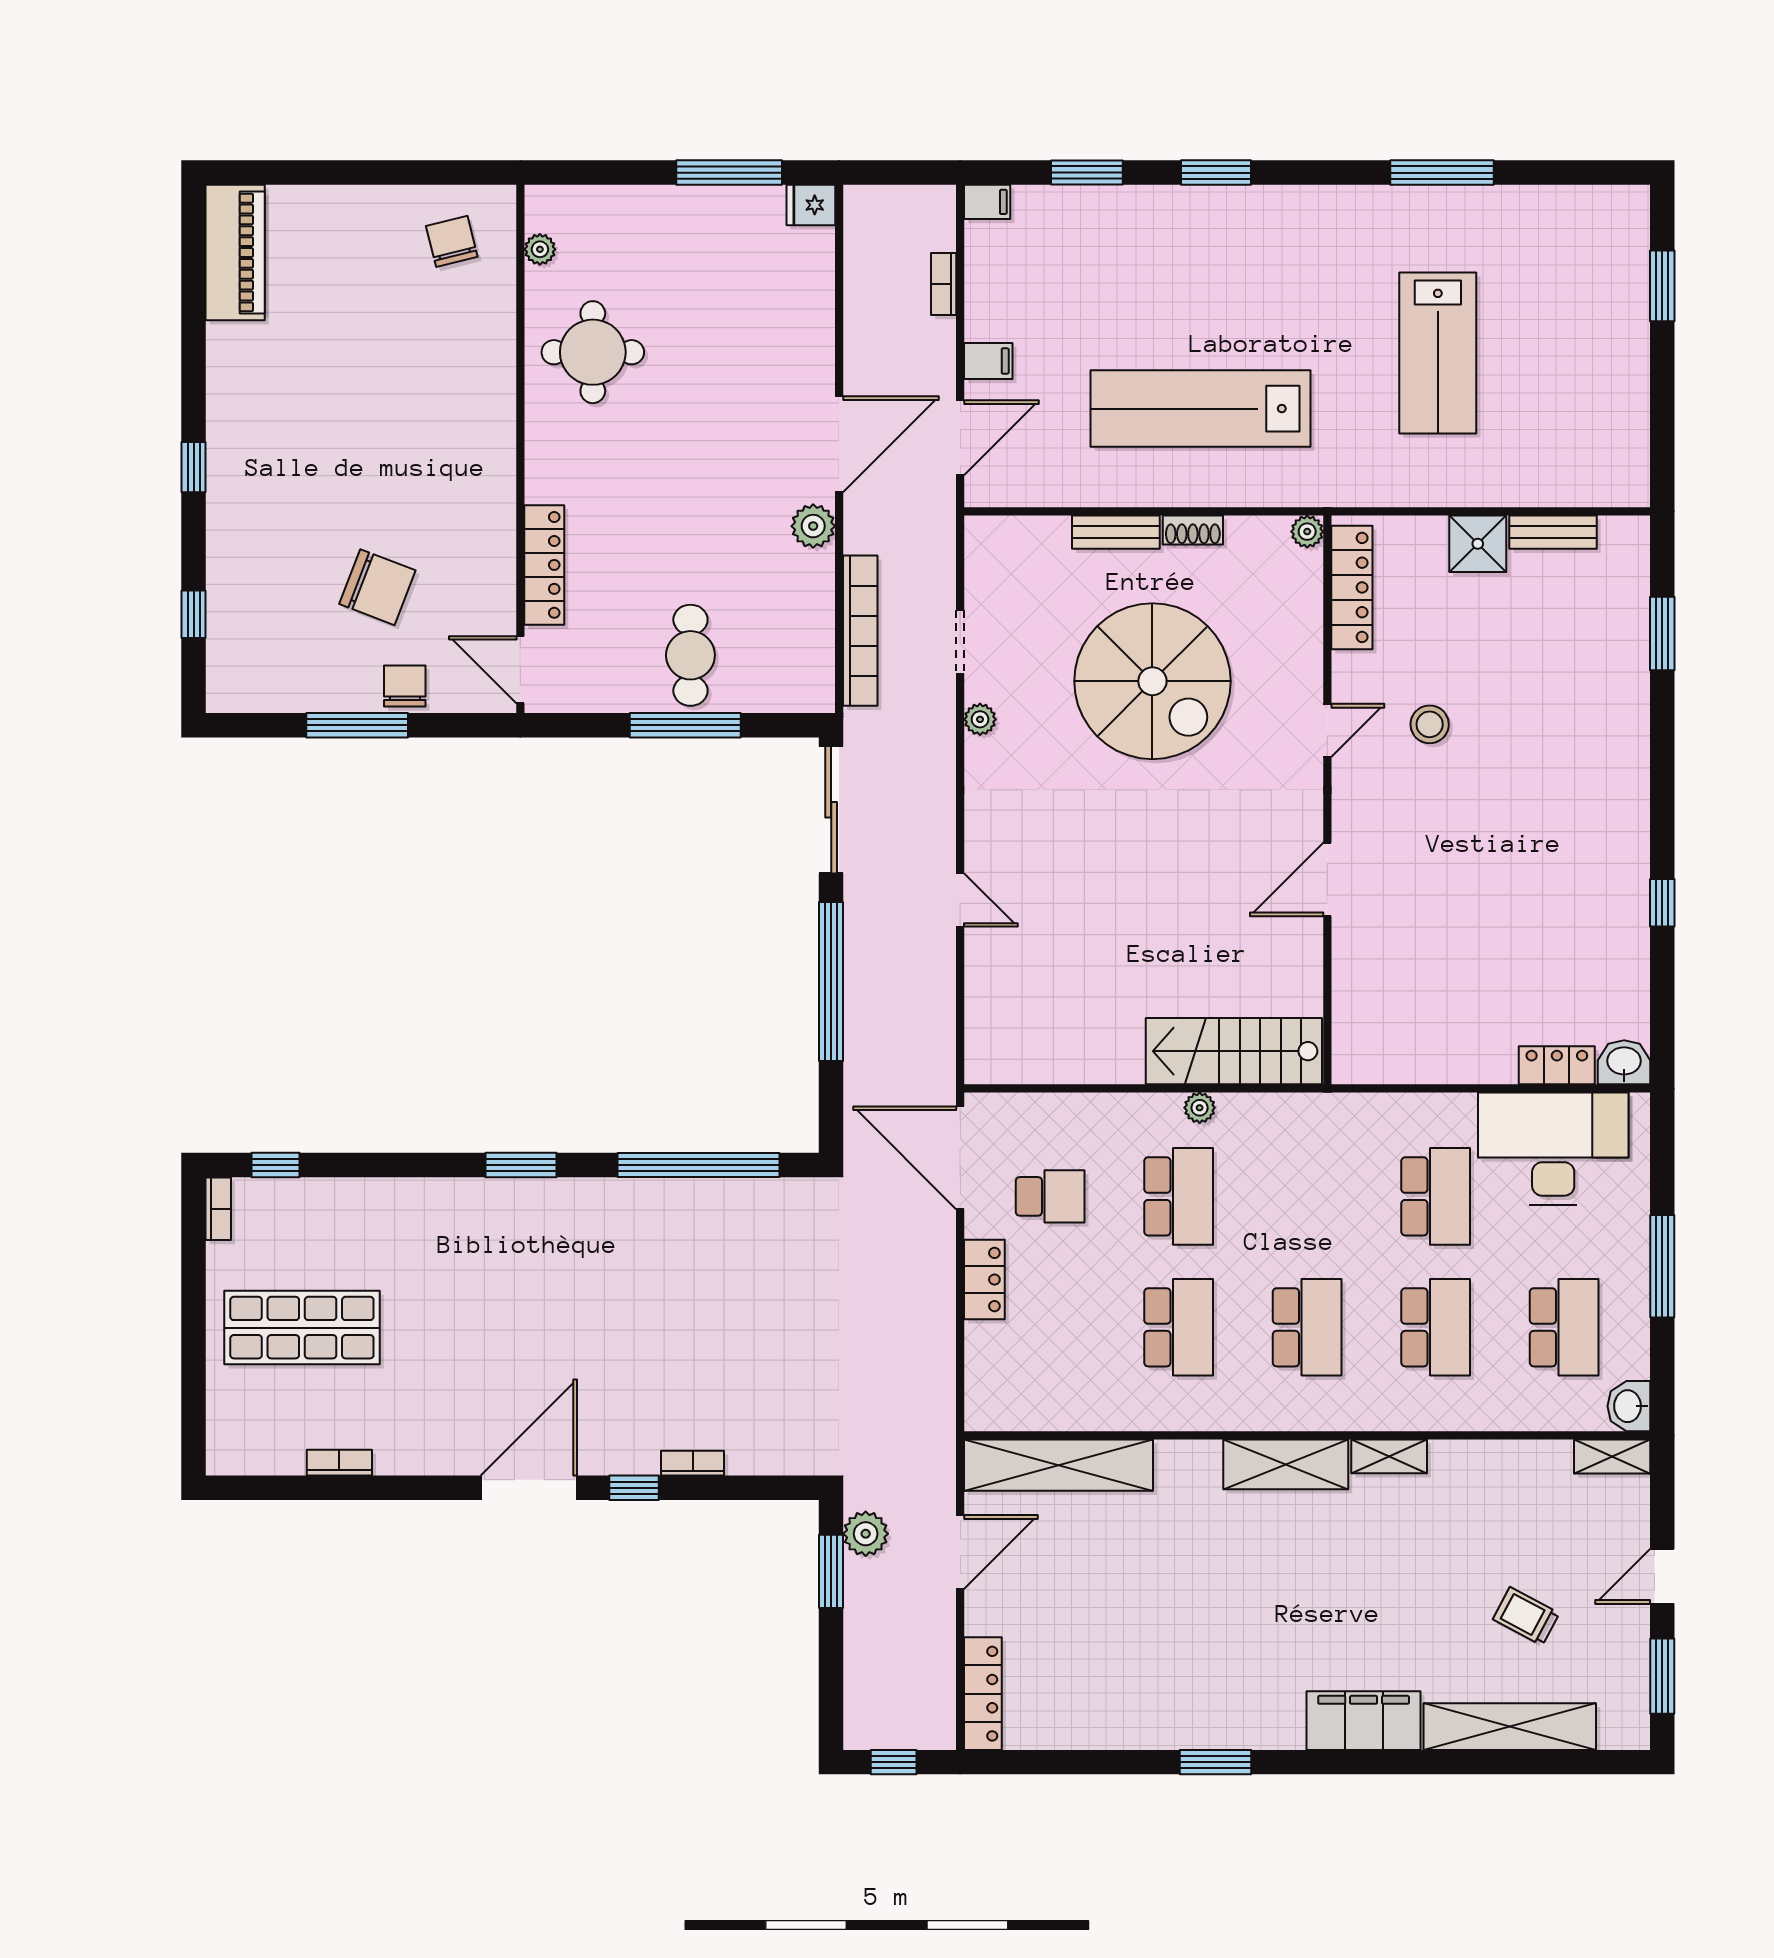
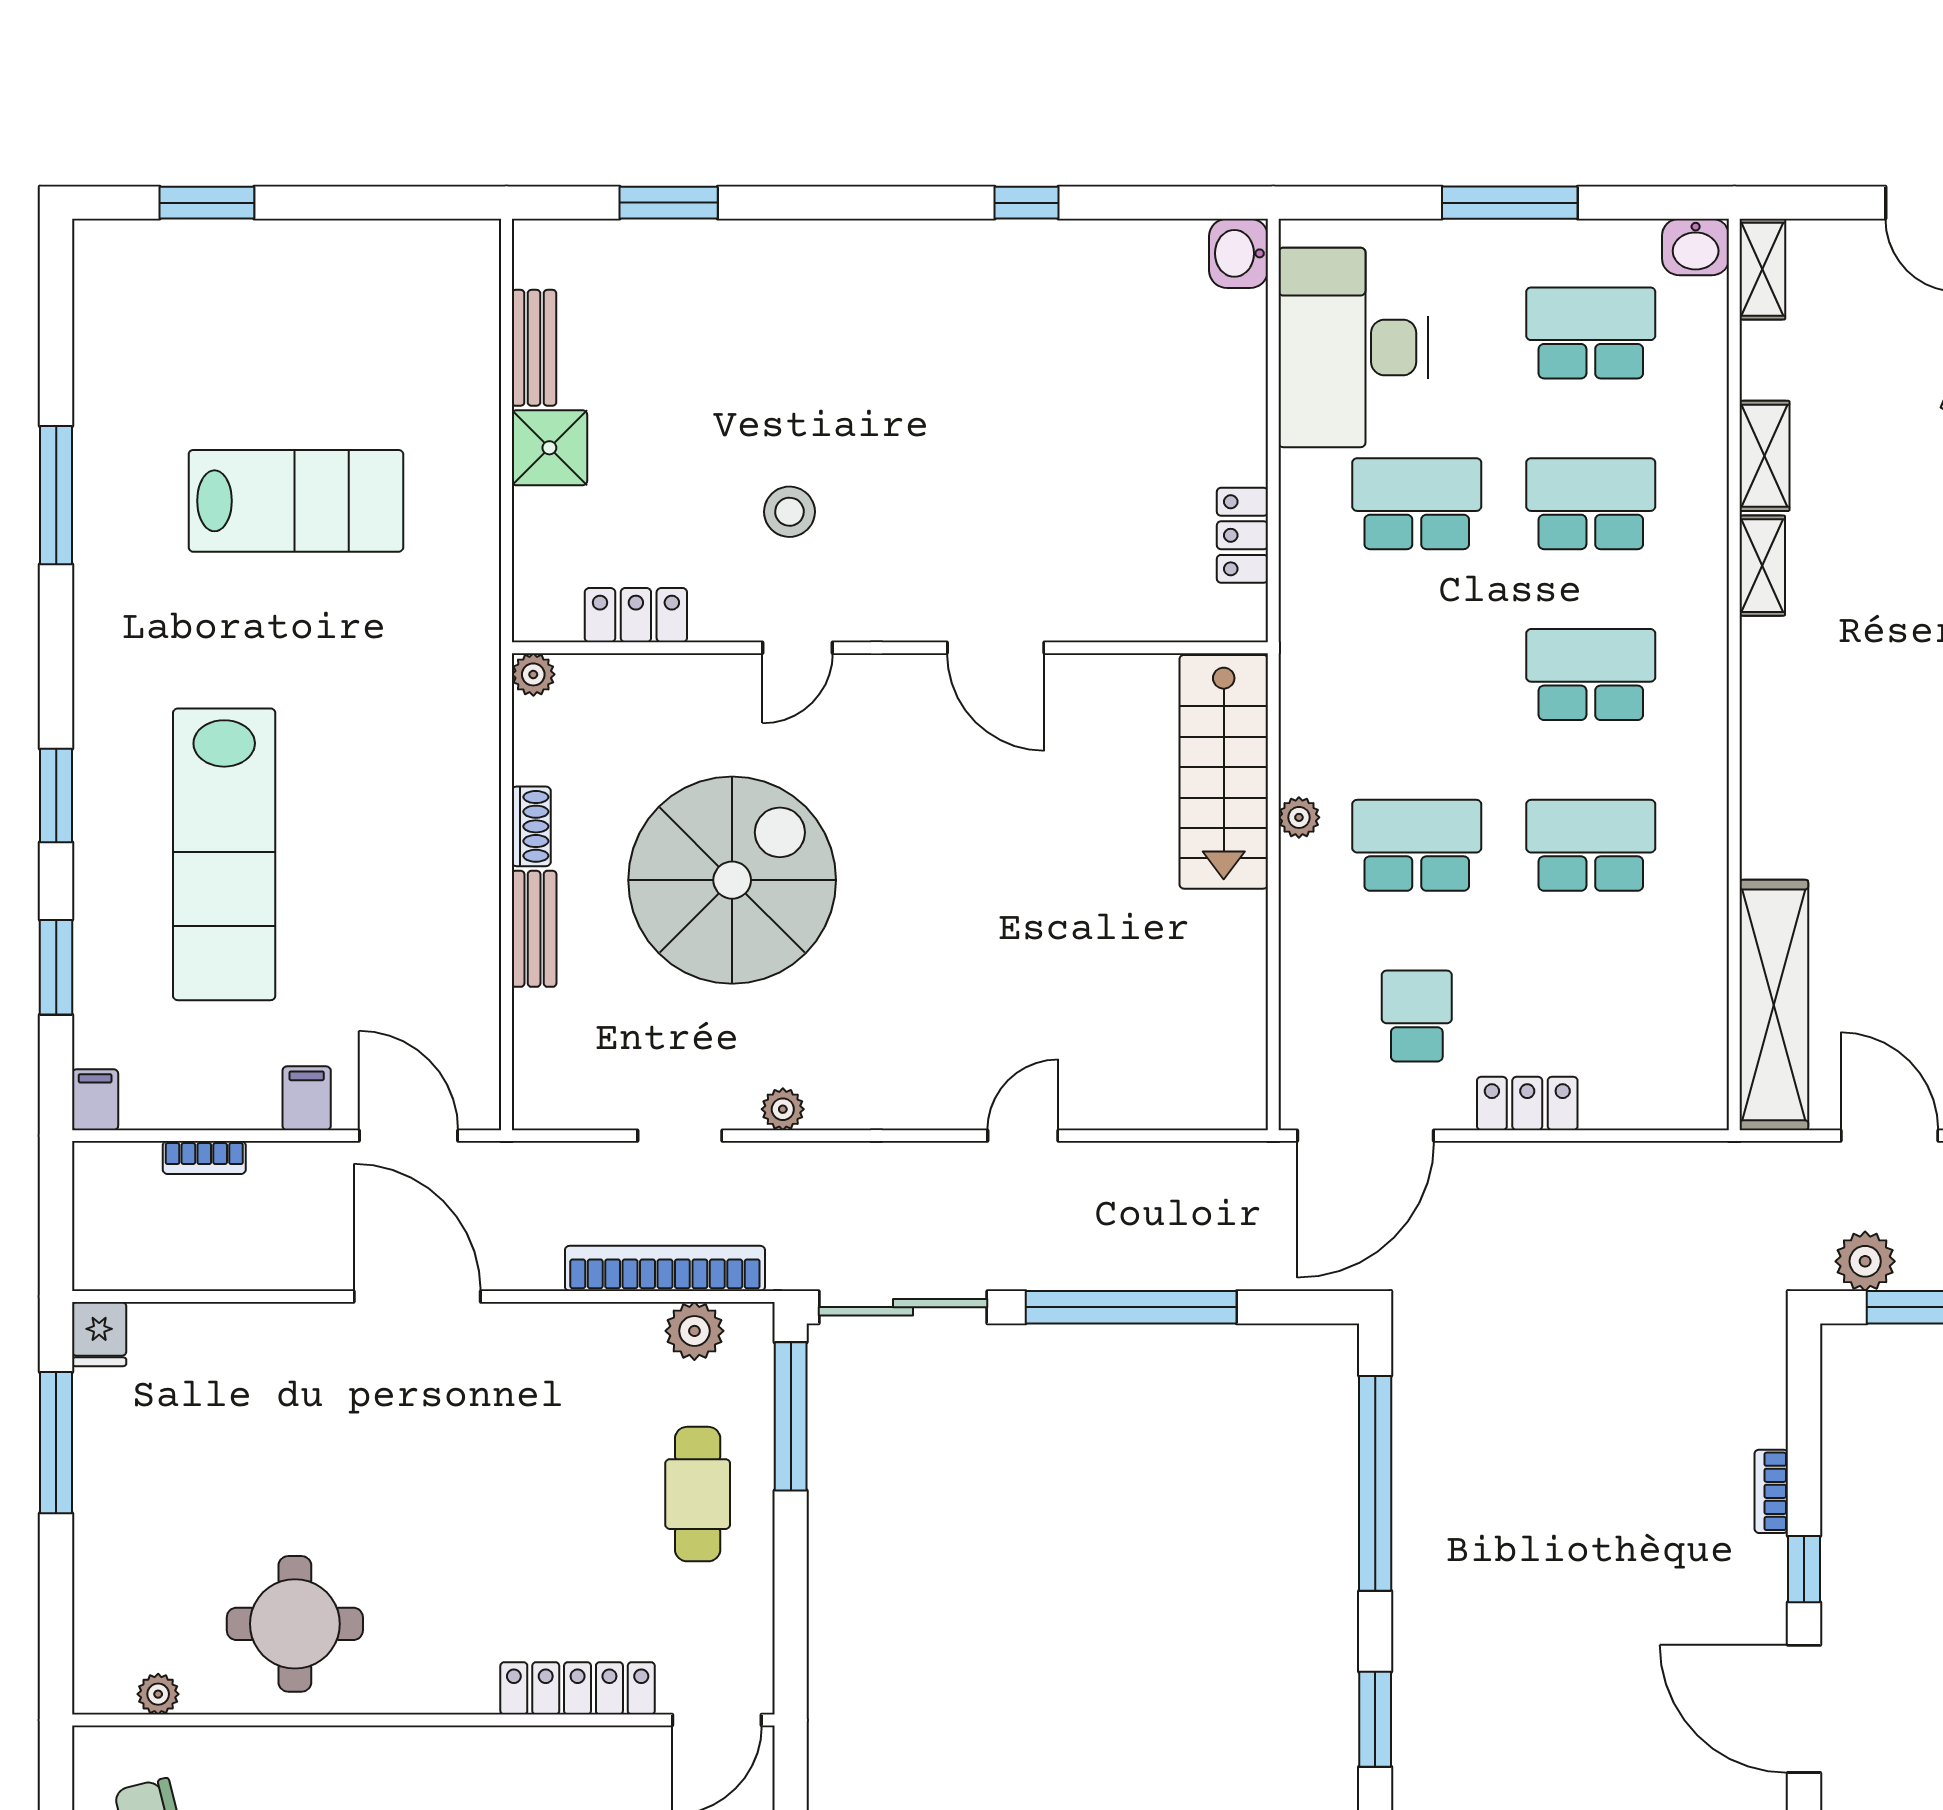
lab bench: (1201, 409) -> (224, 854), moved
plant: (813, 526) -> (694, 1331), moved
locker: (1352, 587) -> (636, 615), width x0.66
cafe table: (690, 655) -> (698, 1494), turned 90
window: (685, 725) -> (791, 1416), moved
door: (1327, 730) -> (797, 648), swing flipped
locker: (1557, 1065) -> (1242, 535), moved
shelving: (1286, 1464) -> (1765, 456), moved, width x0.67, depth x0.75

